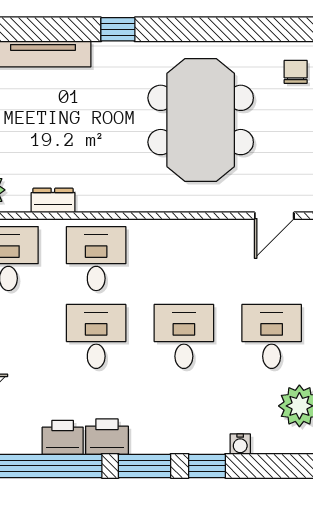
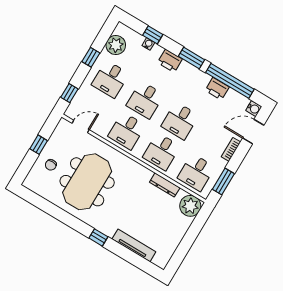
chair: (296, 72) -> (51, 165), moved
dresser: (53, 200) -> (165, 185), width x1.44
desk: (184, 259) -> (127, 131), added
printer: (107, 437) -> (170, 61), moved
window: (207, 466) -> (153, 35), moved

